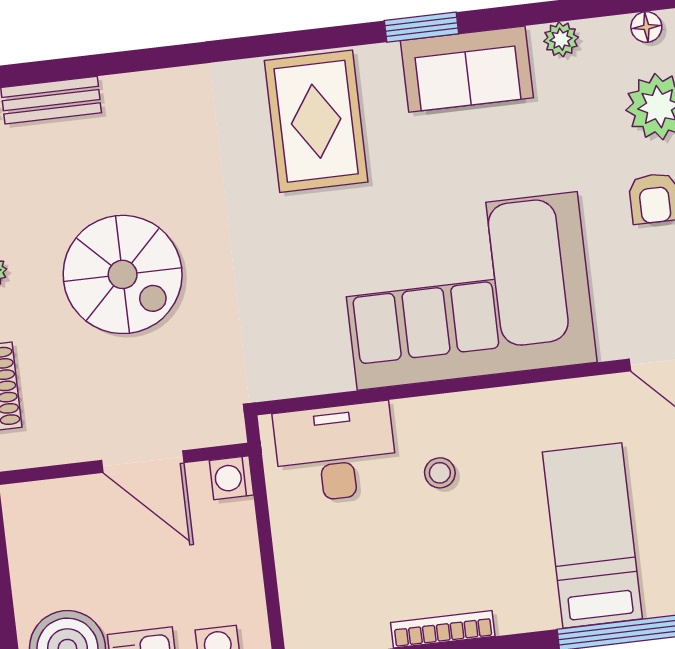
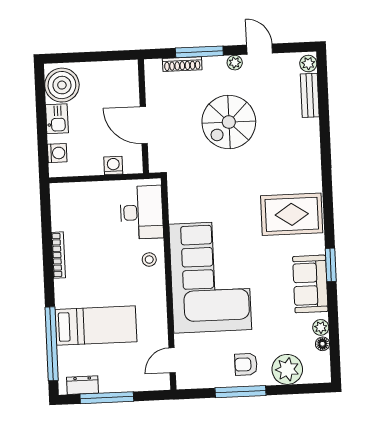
floor lamp: (646, 27) -> (322, 344), moved
door: (143, 462) -> (144, 125), hinge flipped
stool: (440, 473) -> (149, 260), moved
washing machine: (231, 478) -> (113, 165), moved

